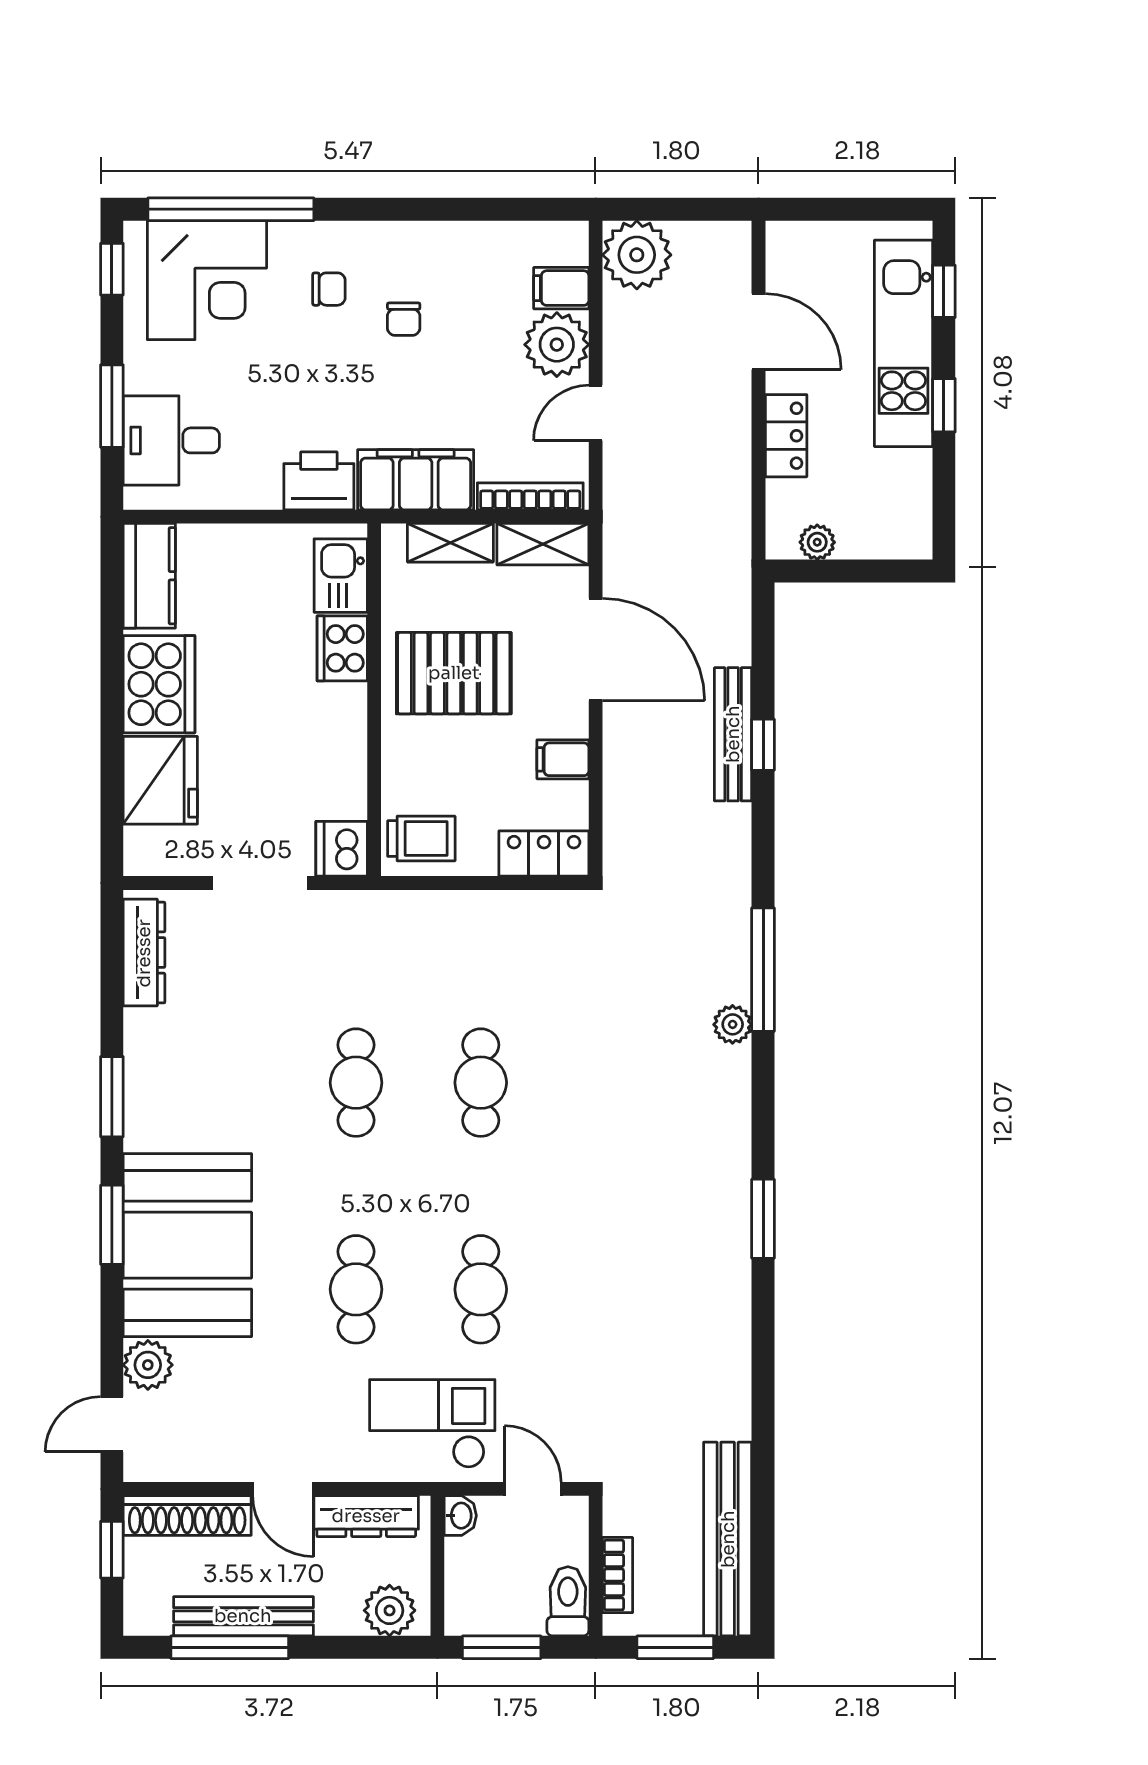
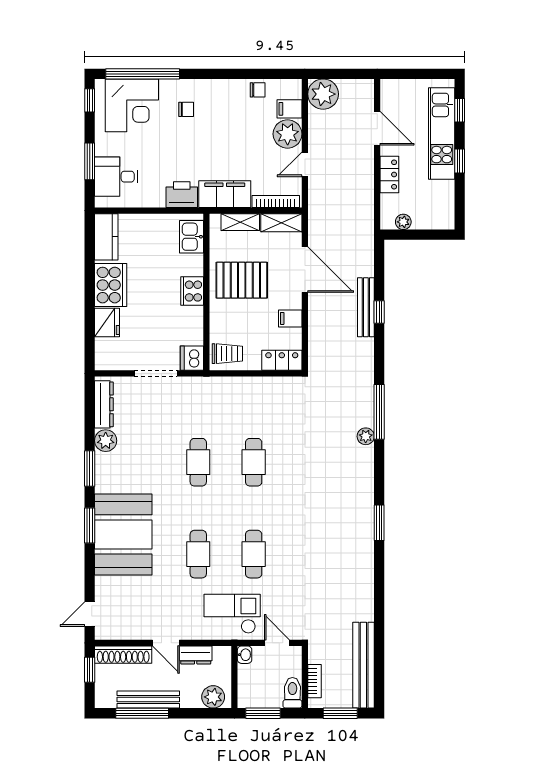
chair: (404, 319) -> (258, 90), moved, turned -90
cooker: (342, 648) -> (192, 291), moved
fridge: (160, 780) -> (107, 323), width x0.73, depth x0.75
plant: (148, 1365) -> (106, 441), moved
dresser: (366, 1516) -> (196, 655), width x0.70

